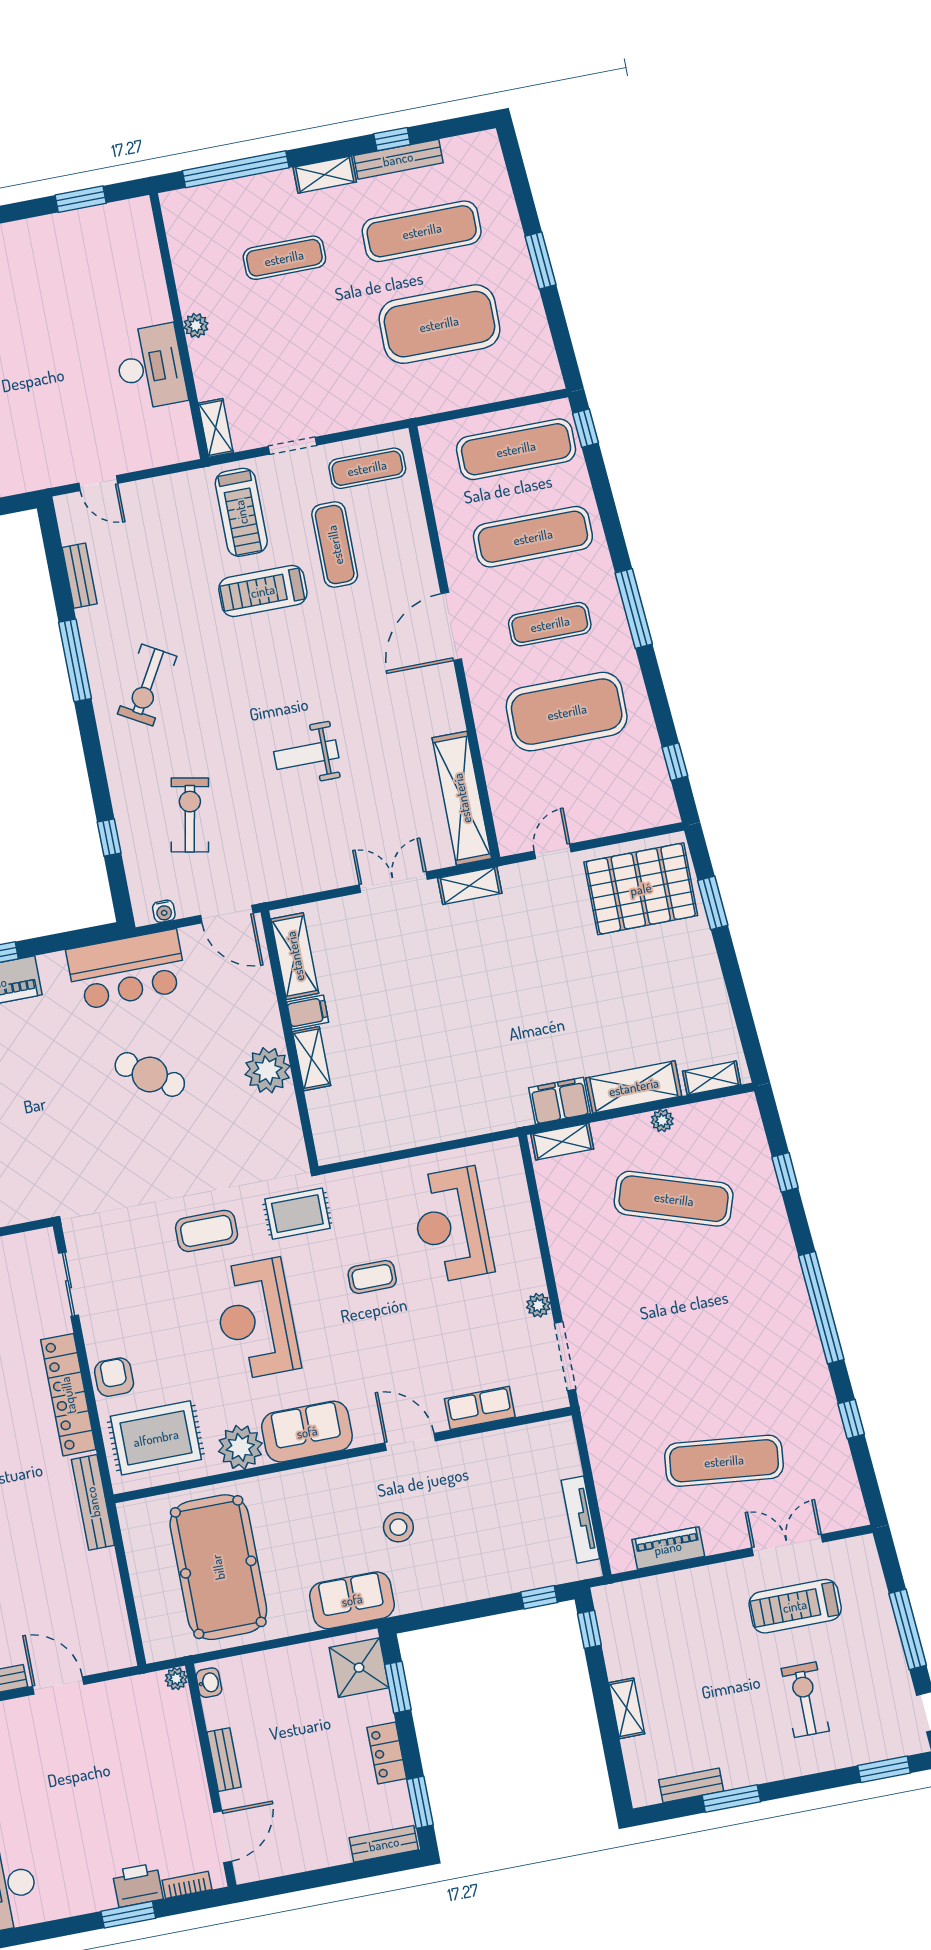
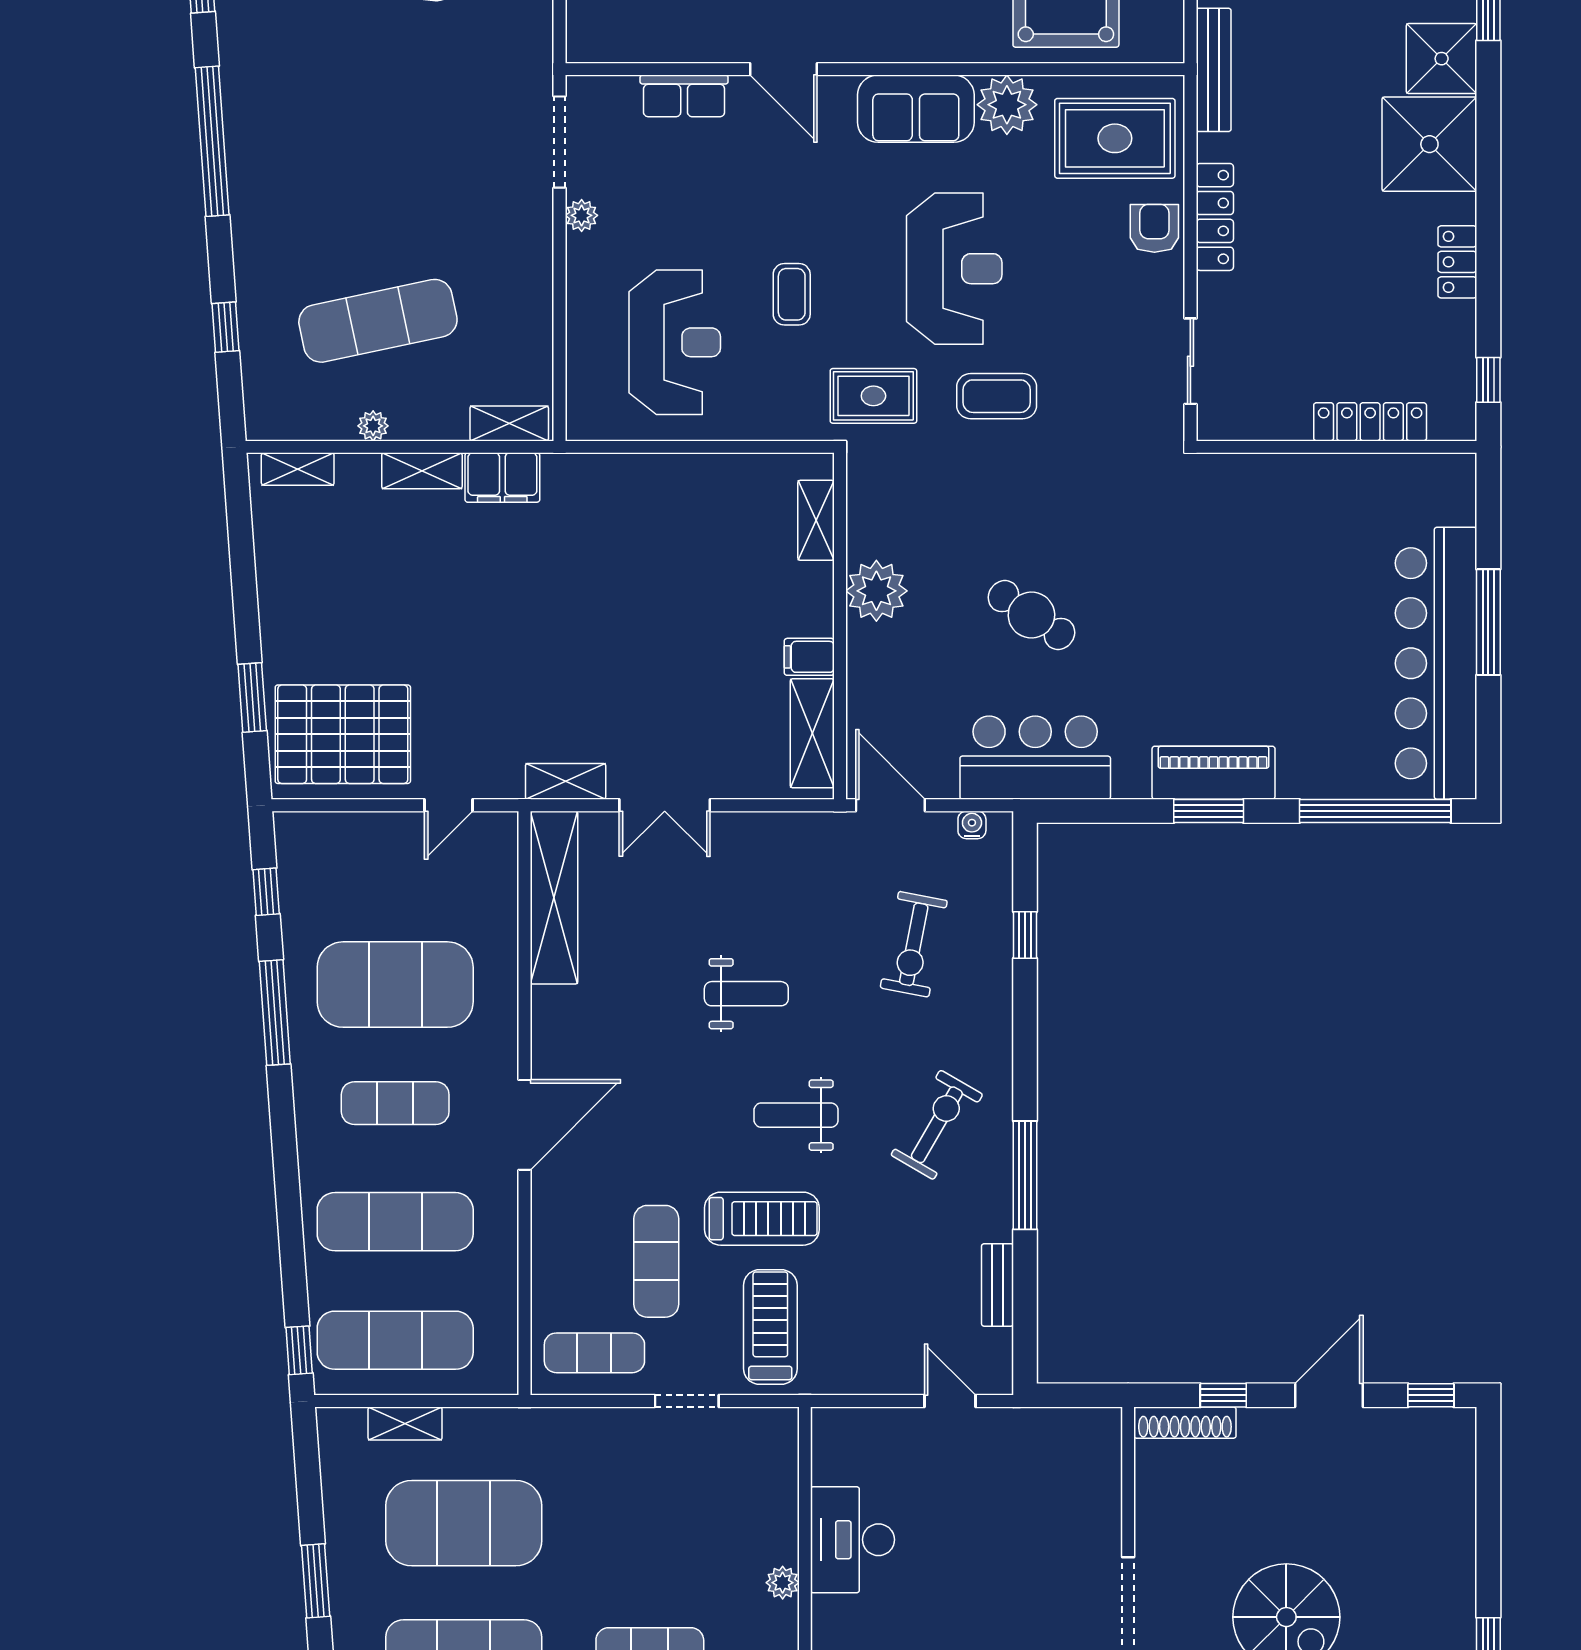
shelving: (216, 428) -> (405, 1423), moved, turned 90
window: (634, 608) -> (275, 1013), moved
weight bench: (252, 672) -> (796, 1115), added
shelving: (311, 1059) -> (816, 520), moved
shelving: (634, 1087) -> (422, 471), width x0.67, depth x0.75
exercise mat: (674, 1199) -> (378, 321), turned -30
coffee table: (372, 1277) -> (792, 294), turned 90
armchair: (114, 1377) -> (1154, 228), turned 180
locker: (68, 1395) -> (1215, 217), width x0.71, depth x0.83

